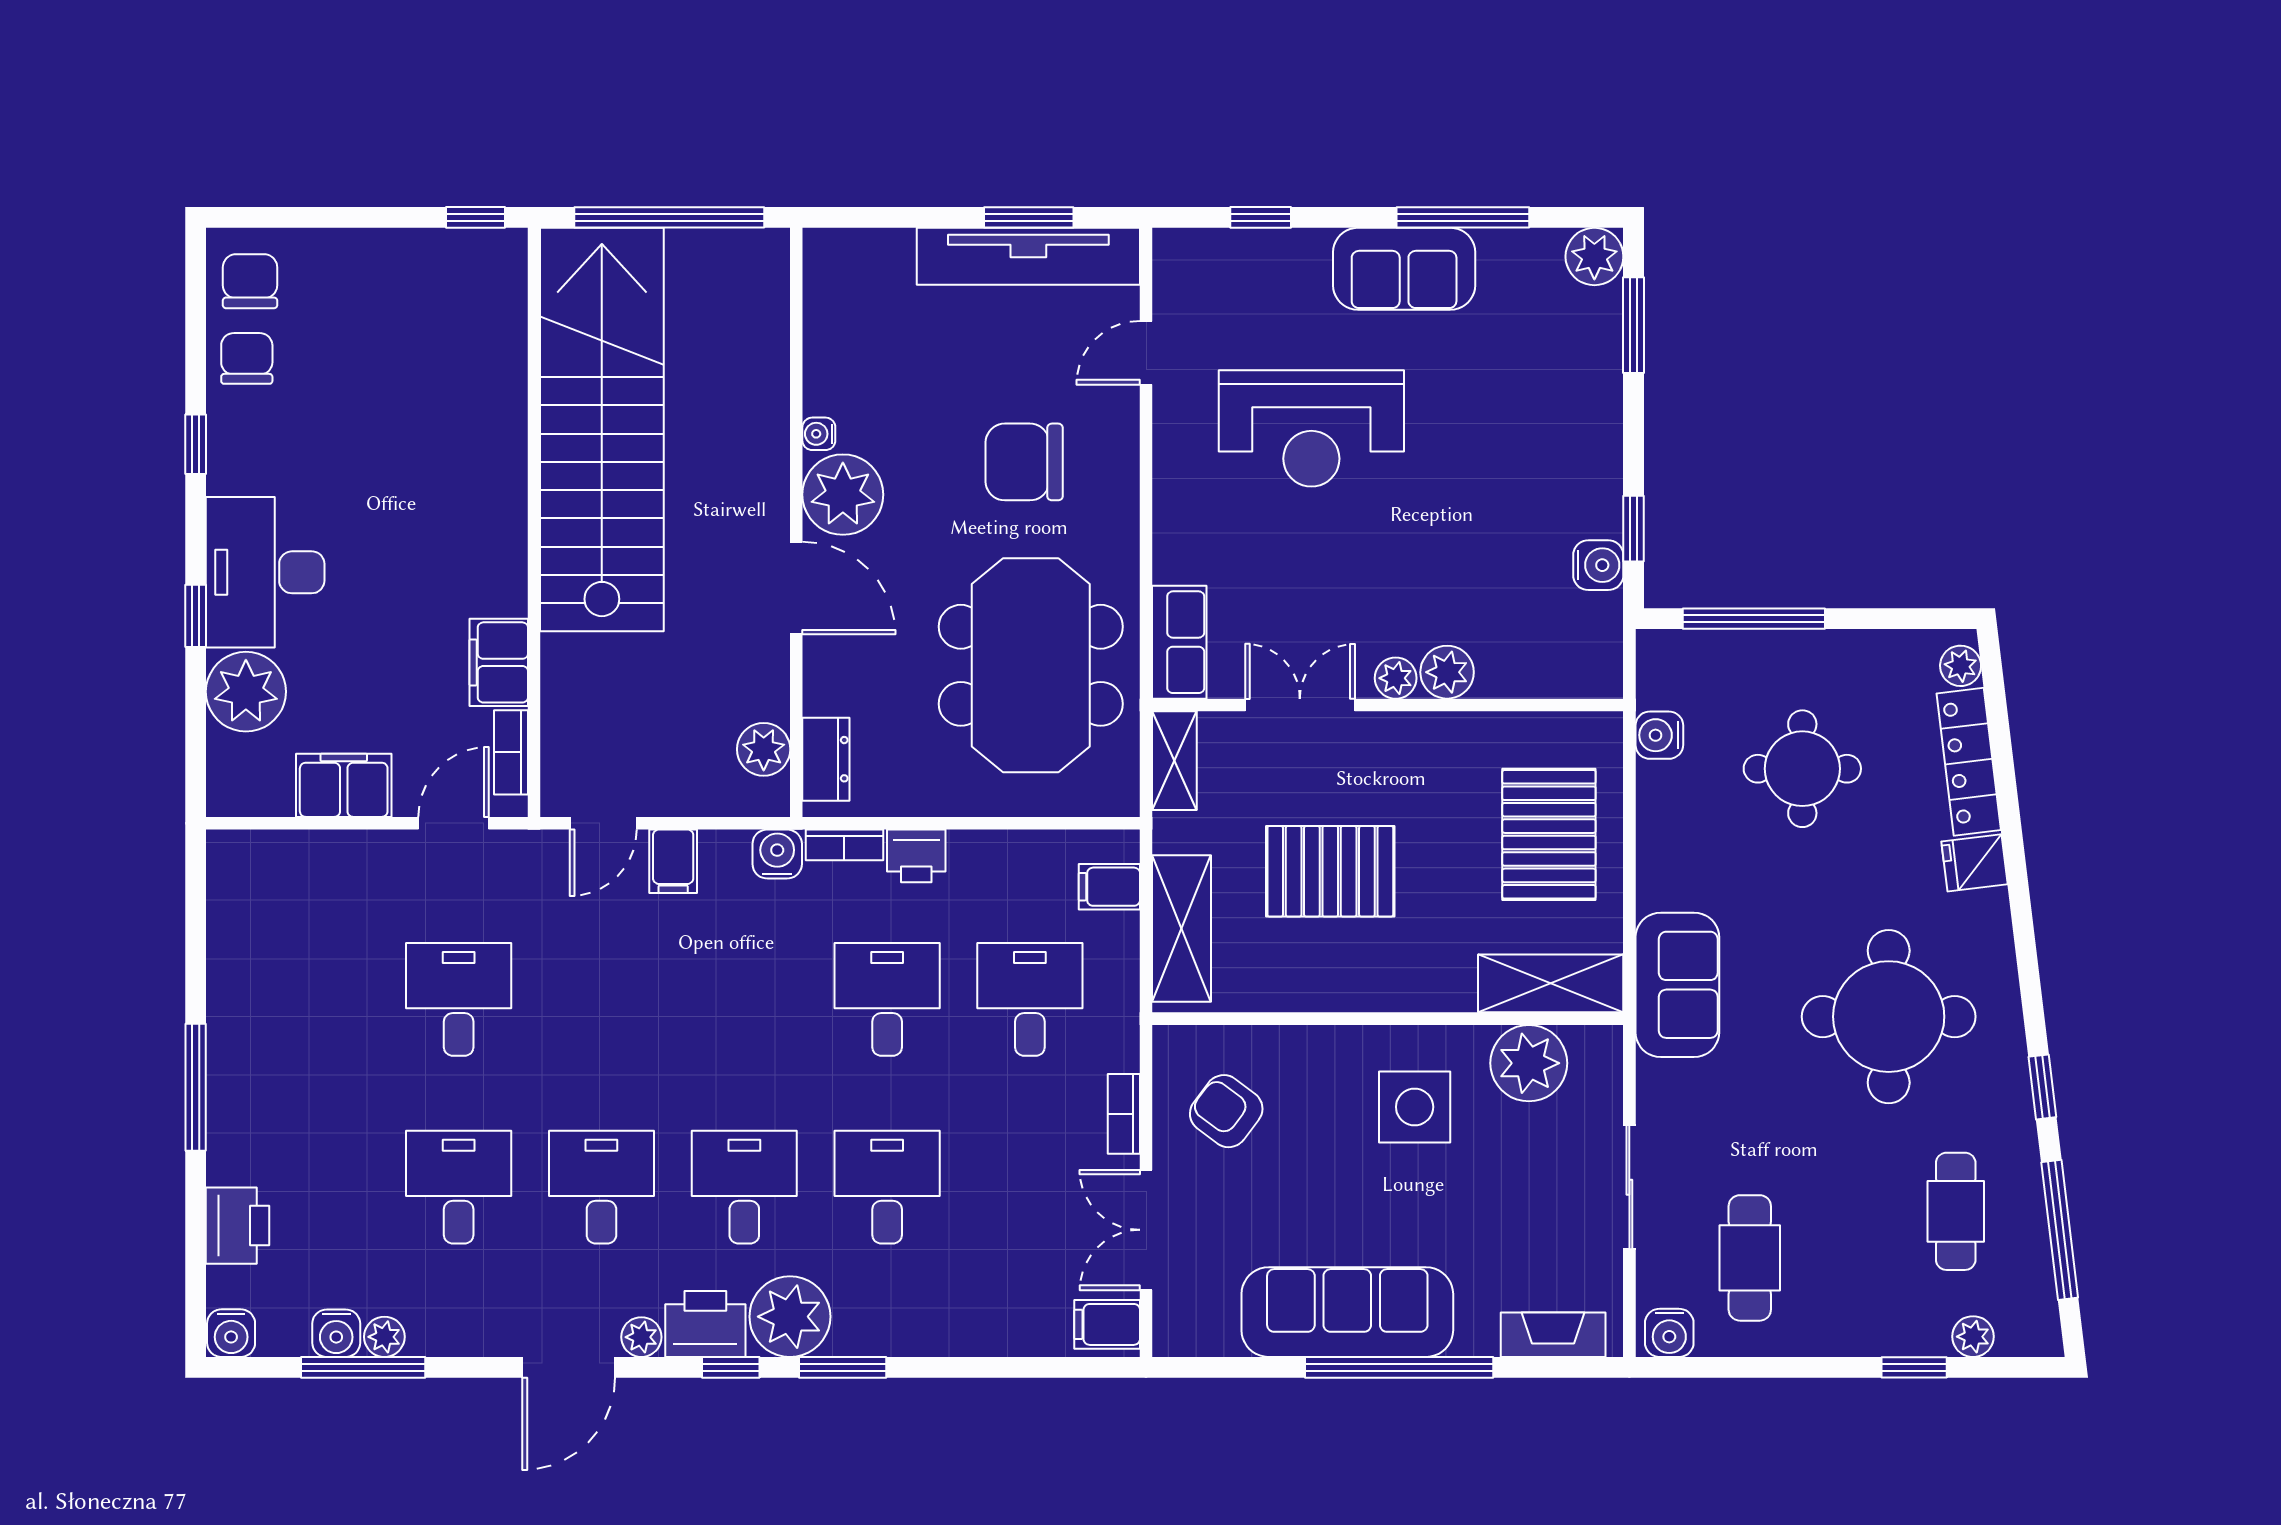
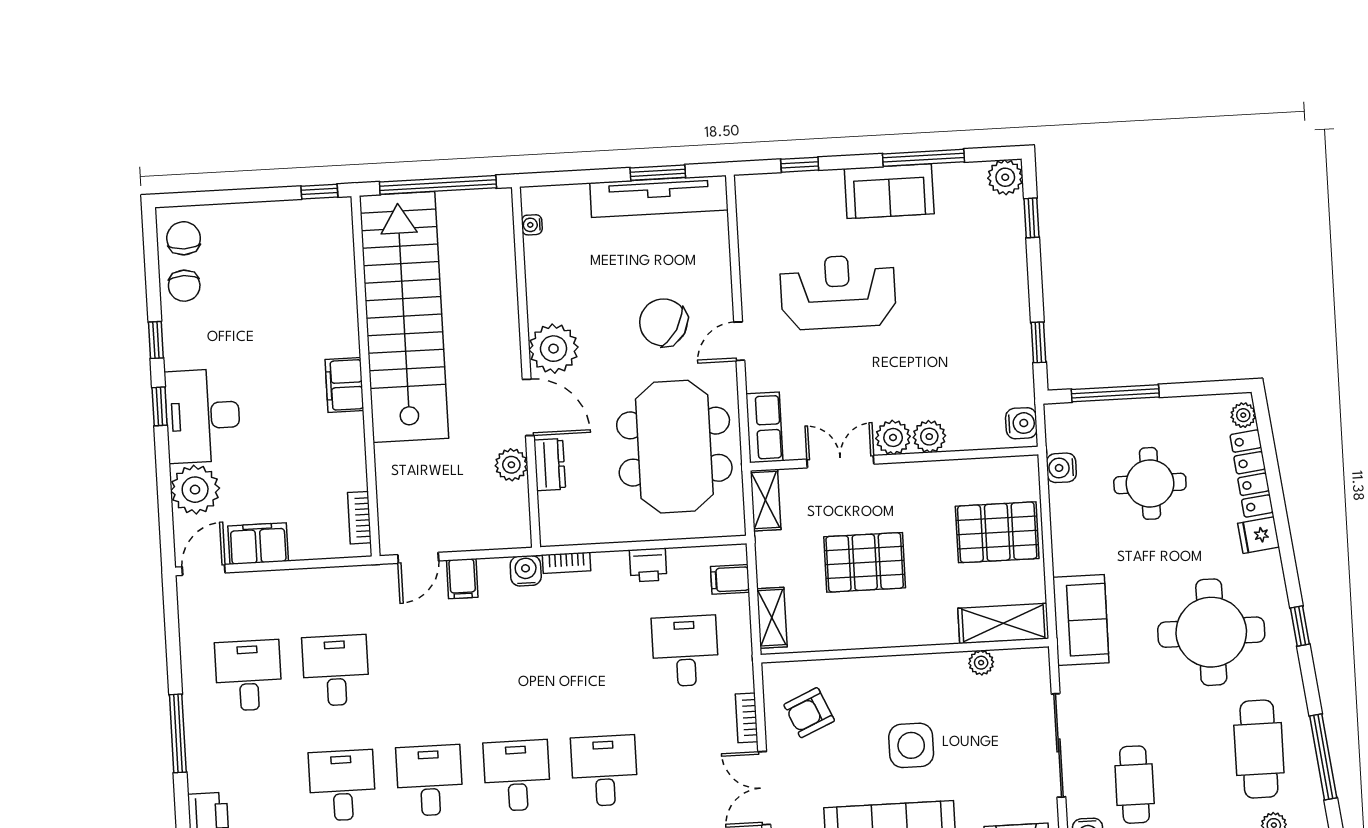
window: (1634, 325) -> (1032, 218), width x0.67
door: (1146, 353) -> (739, 341), moved
chair: (247, 358) -> (184, 286), turned 180
reception desk: (1311, 428) -> (838, 292), turned 180
water cooler: (819, 434) -> (532, 225), moved
chair: (1024, 462) -> (663, 322), turned 31
water cooler: (1598, 565) -> (1021, 423), moved
window: (196, 616) -> (160, 406), moved
filing cabinet: (499, 662) -> (344, 385), moved
plant: (1396, 678) -> (893, 437), width x1.38, depth x1.38
plant: (764, 749) -> (511, 465), moved
dresser: (826, 759) -> (550, 465), moved
door: (454, 823) -> (204, 570), moved
pallet: (1549, 834) -> (997, 532), turned 90
printer: (916, 856) -> (648, 565), moved
shelving: (1181, 928) -> (772, 618), width x0.67, depth x0.75
desk: (887, 999) -> (248, 675), moved
plant: (1529, 1063) -> (981, 663), width x0.53, depth x0.53
window: (2042, 1087) -> (1300, 626), moved
side table: (1415, 1107) -> (911, 745), moved
armchair: (1226, 1111) -> (809, 713), turned -61
sliding door: (1629, 1187) -> (1058, 745), width x1.37
cafe table: (1956, 1211) -> (1259, 749), width x1.37, depth x1.35

